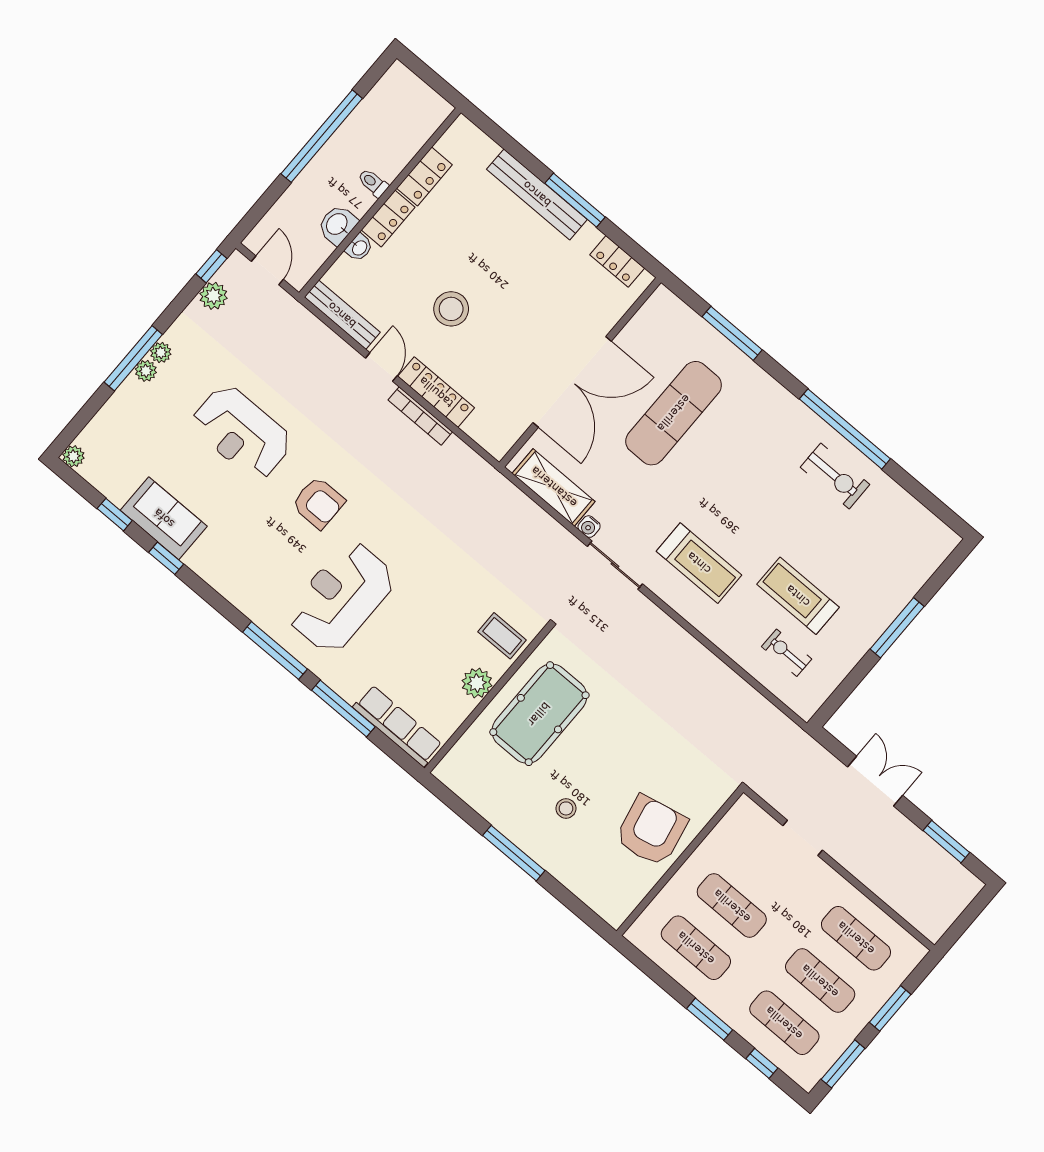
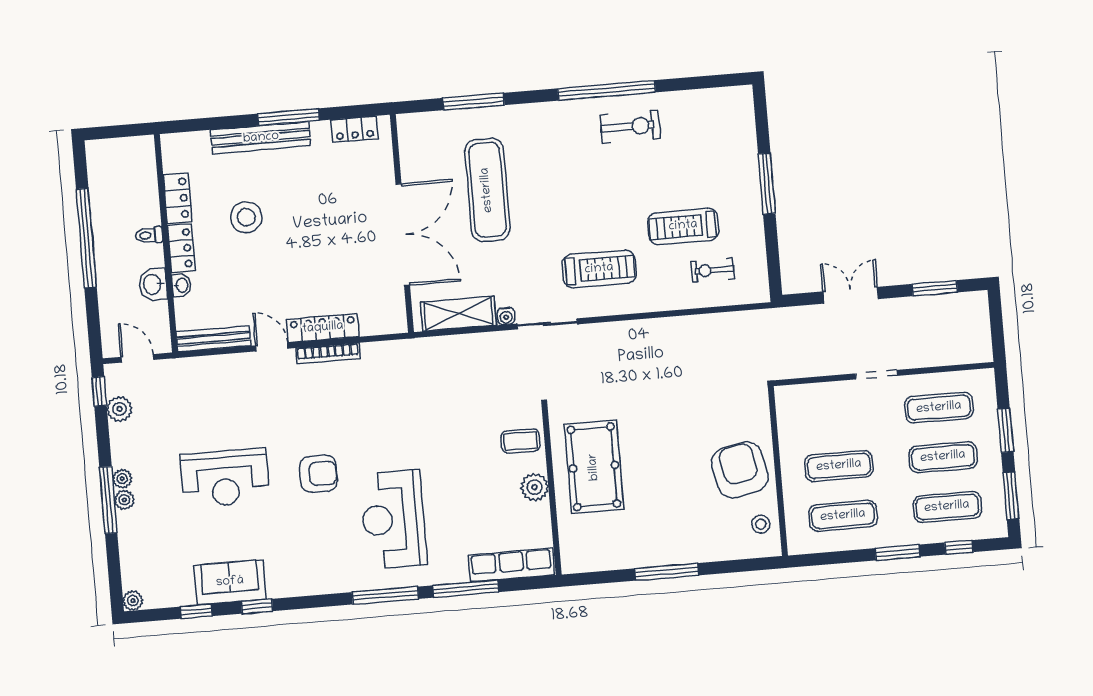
stool: (451, 309) -> (246, 217), moved
stool: (566, 808) -> (761, 524), moved
doorway: (803, 838) -> (876, 375), moved

